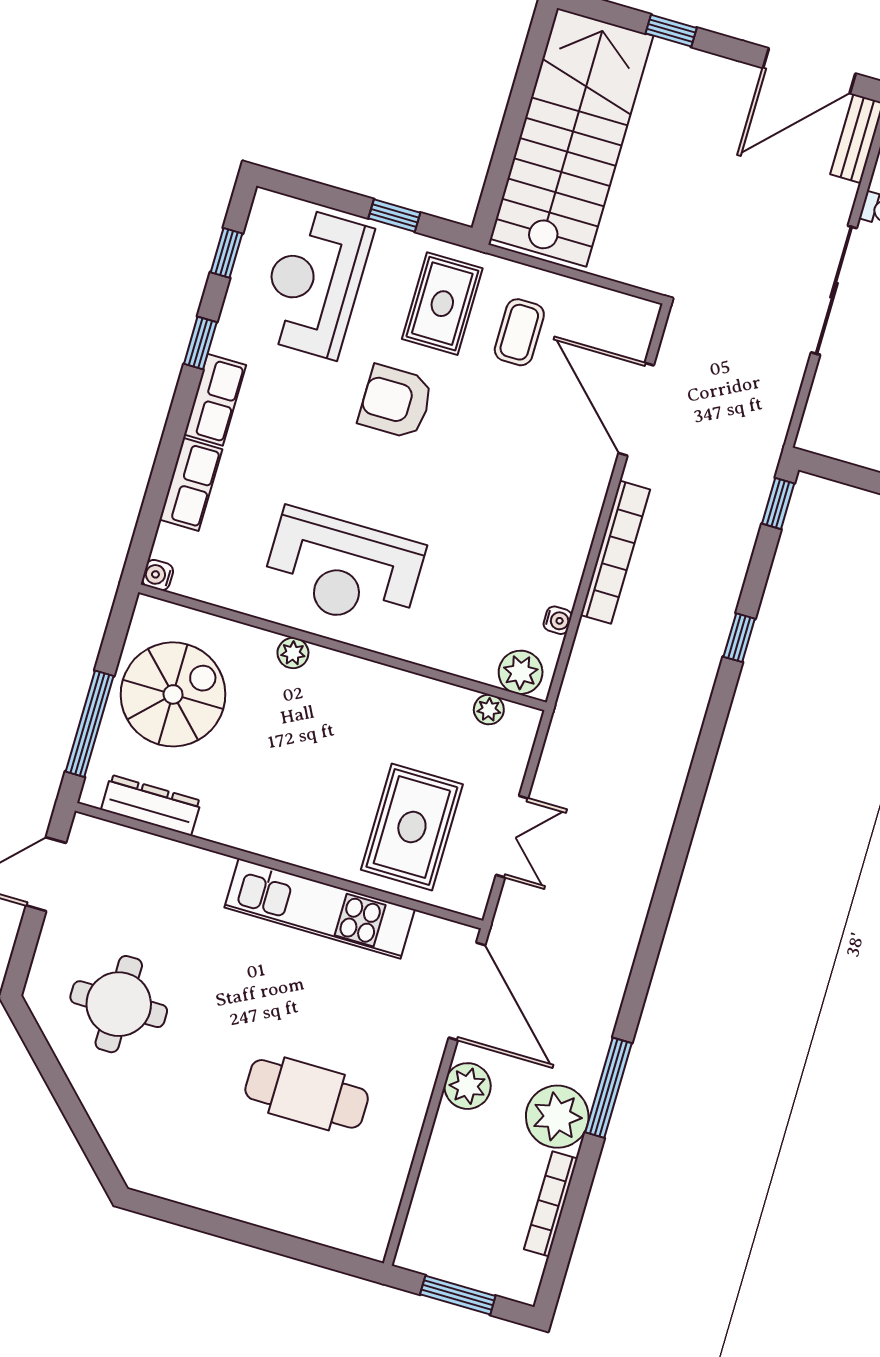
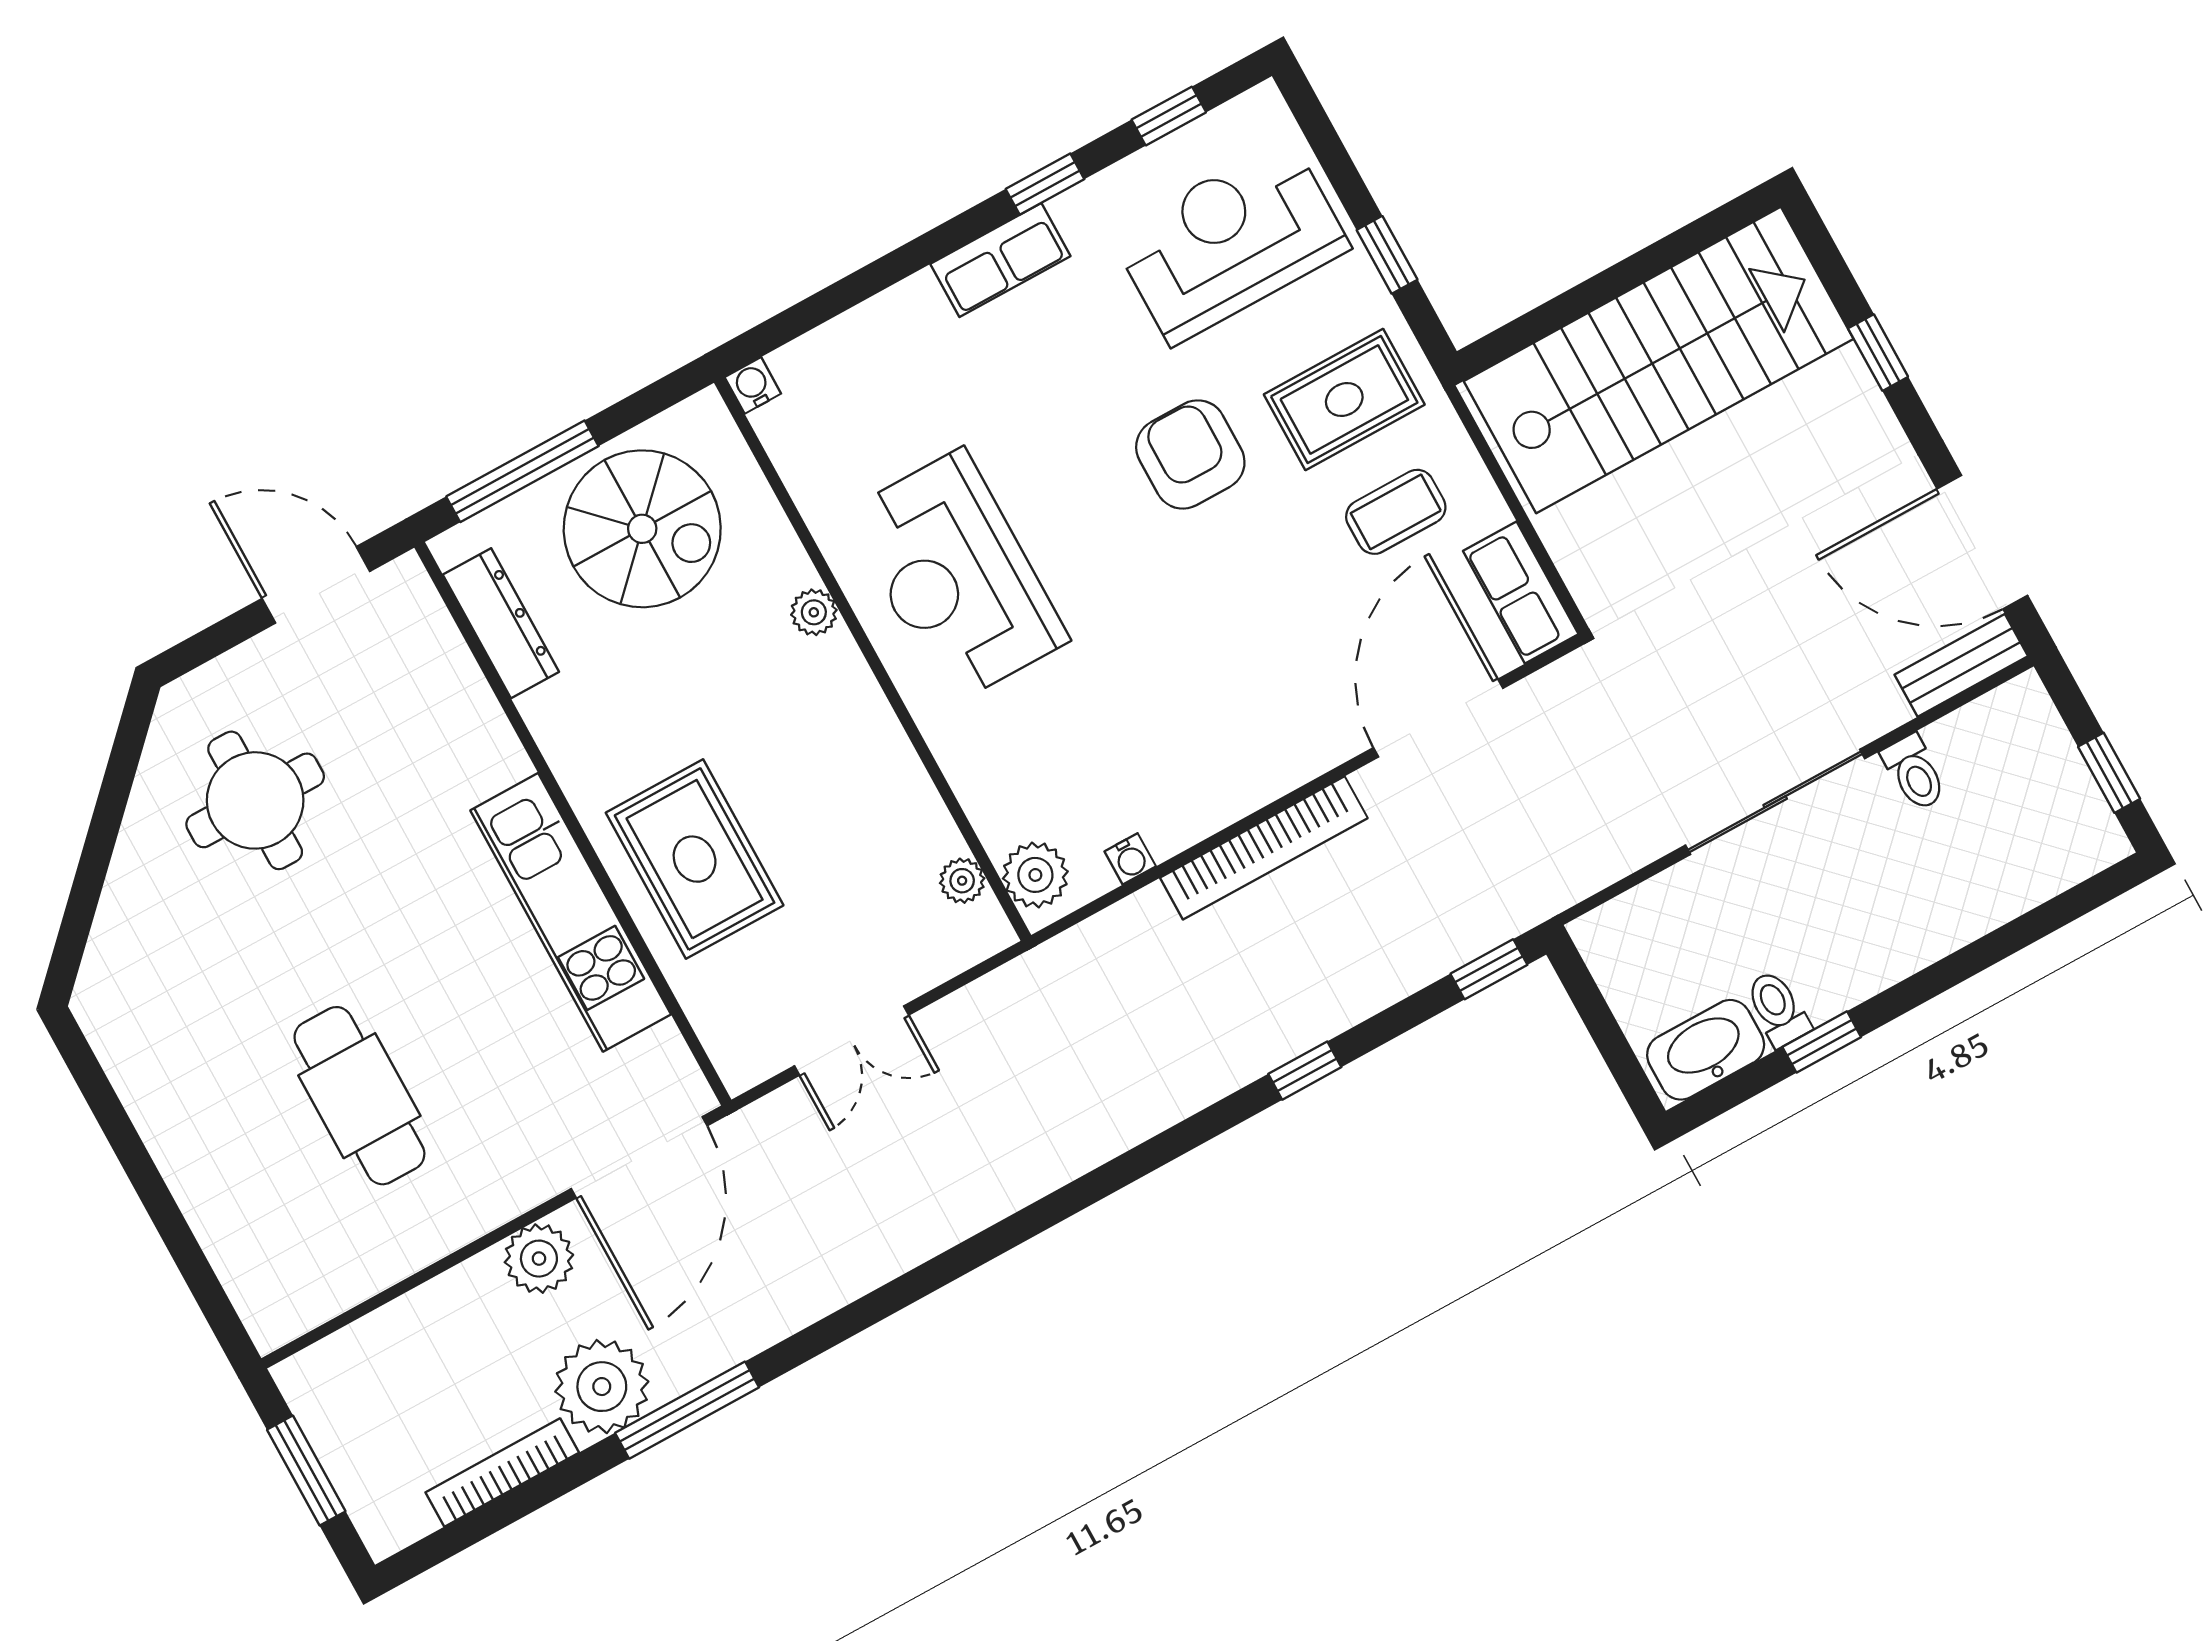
row of seats: (191, 484) -> (1521, 593), moved, turned 90
rug: (412, 827) -> (695, 859), moved, turned 90

